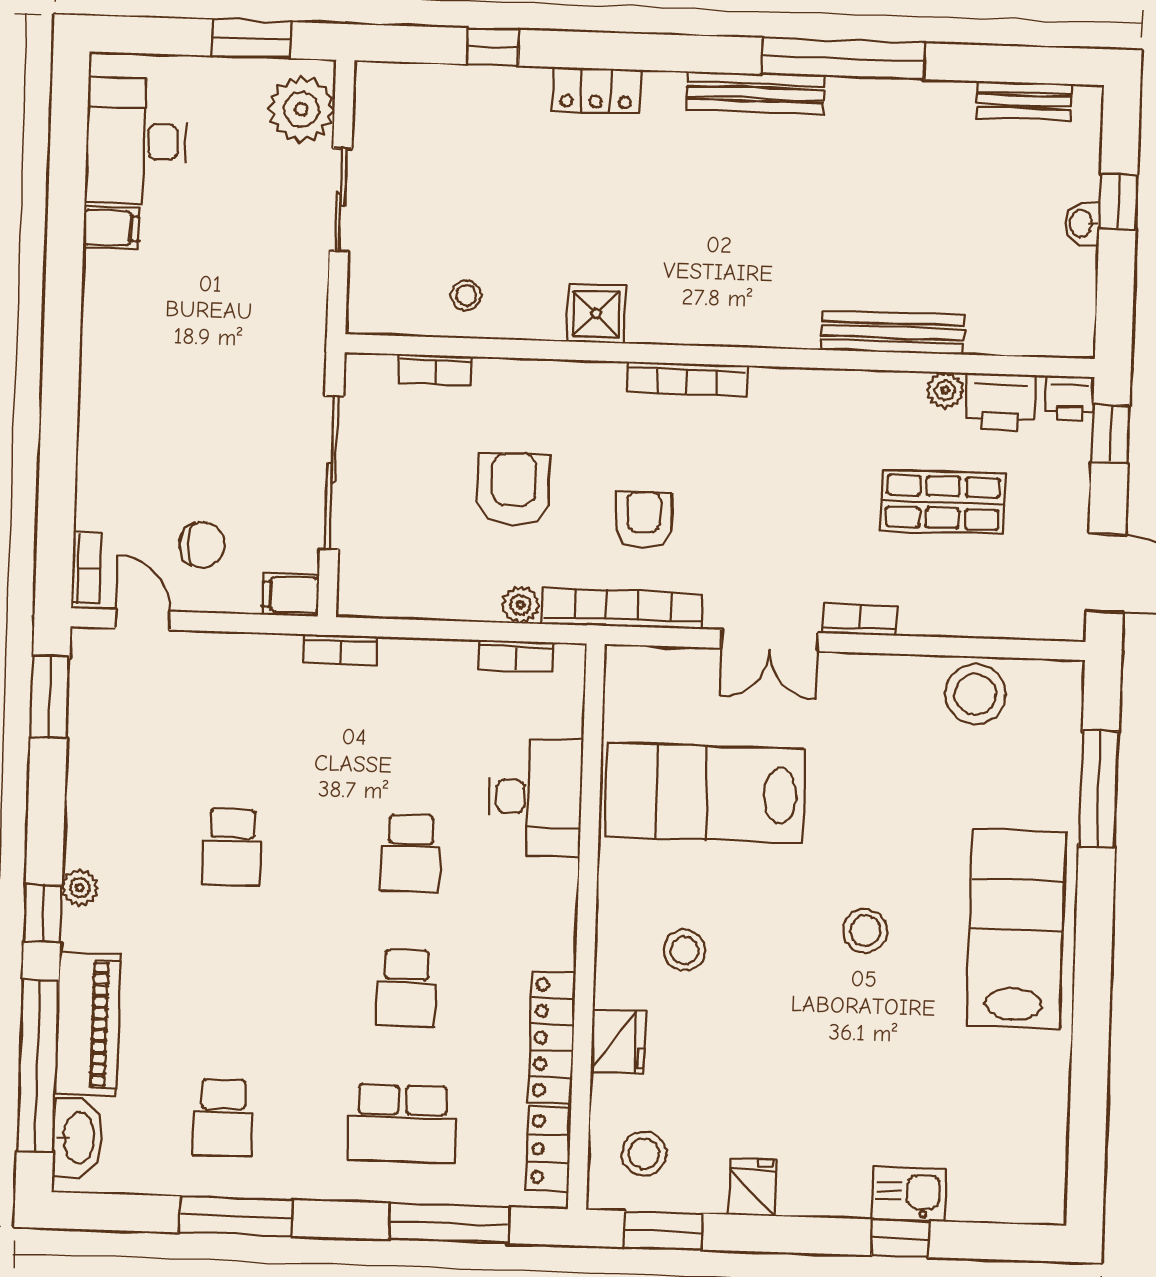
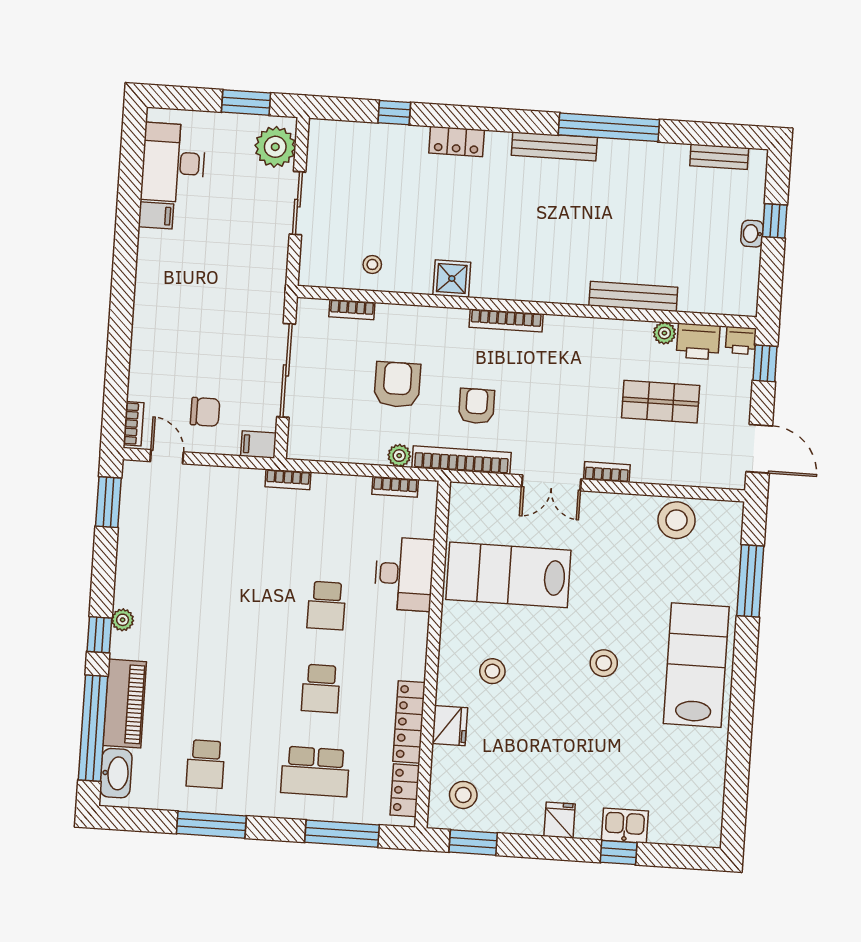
school desk: (232, 847) -> (217, 598), removed
fridge: (752, 1187) -> (560, 820), moved

